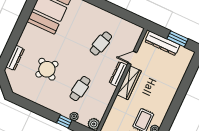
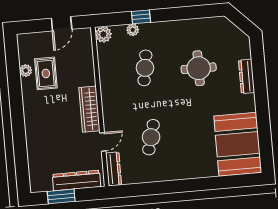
dresser: (15, 58) -> (247, 76), moved
round table: (47, 69) -> (199, 68), turned -33
dresser: (118, 74) -> (114, 169), moved

